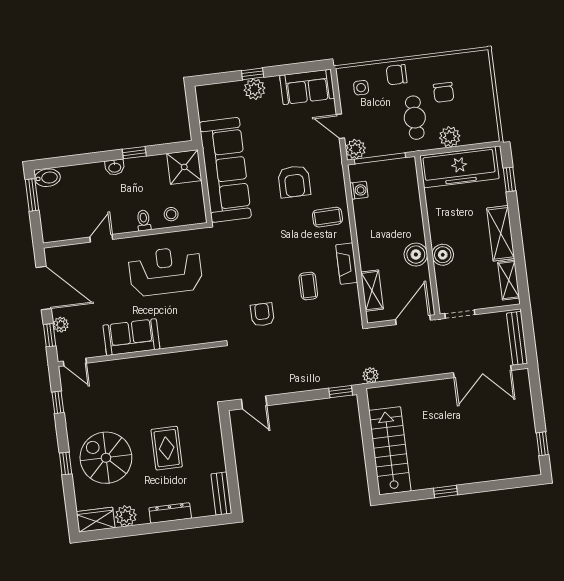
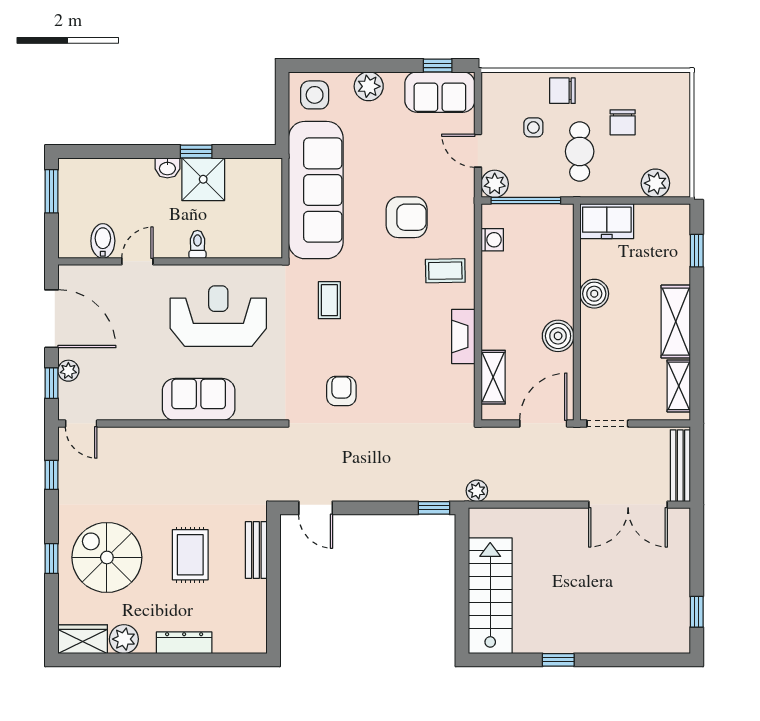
window: (253, 74) -> (438, 65), moved
side table: (361, 88) -> (533, 127), moved
side table: (216, 100) -> (315, 95), added
plant: (450, 137) -> (655, 183), moved
shower: (184, 167) -> (203, 179), moved
freezer: (459, 167) -> (607, 221), width x0.52, depth x0.79
bidet: (47, 178) -> (103, 241), moved, turned -90
armchair: (294, 181) -> (407, 217), turned -90
stool: (171, 214) -> (236, 241), removed
boiler: (443, 255) -> (594, 294), moved
coffee table: (308, 286) -> (329, 300), moved
sofa: (131, 337) -> (199, 399), moved
bench: (221, 494) -> (256, 550), moved

